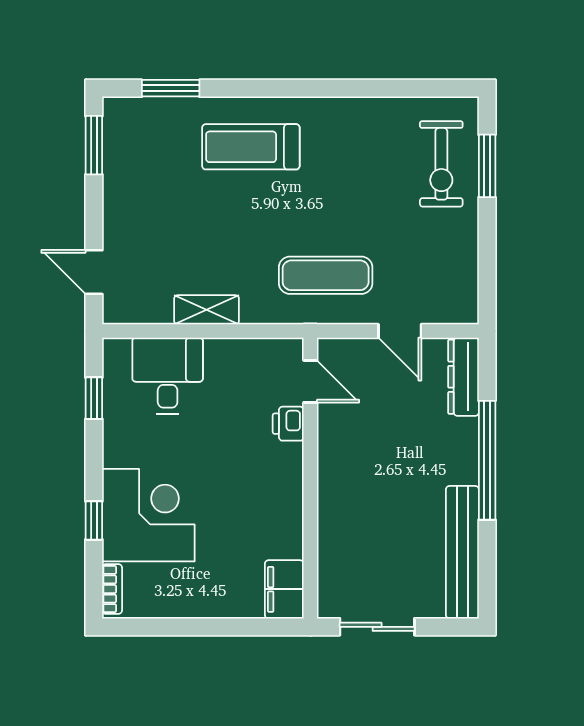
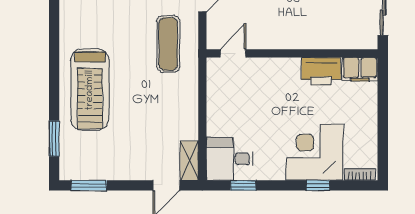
treadmill: (251, 147) -> (90, 90), width x1.37, depth x1.38
shelving: (207, 310) -> (189, 161), moved
desk: (168, 376) -> (230, 159), moved
printer: (288, 424) -> (321, 71), moved, width x1.87, depth x1.48

